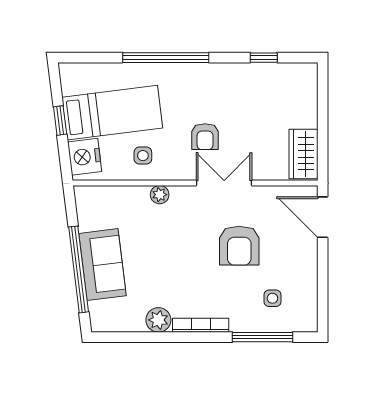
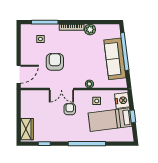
wardrobe: (303, 154) -> (27, 129), moved
door: (323, 217) -> (19, 74), hinge flipped
sofa: (103, 265) -> (115, 59), width x1.36

